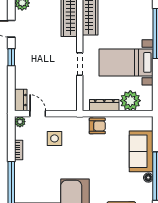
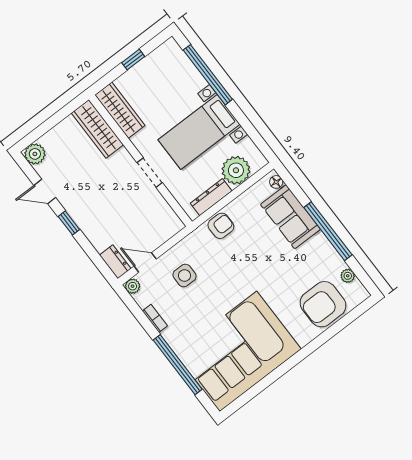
floor lamp: (148, 178) -> (276, 182), moved

